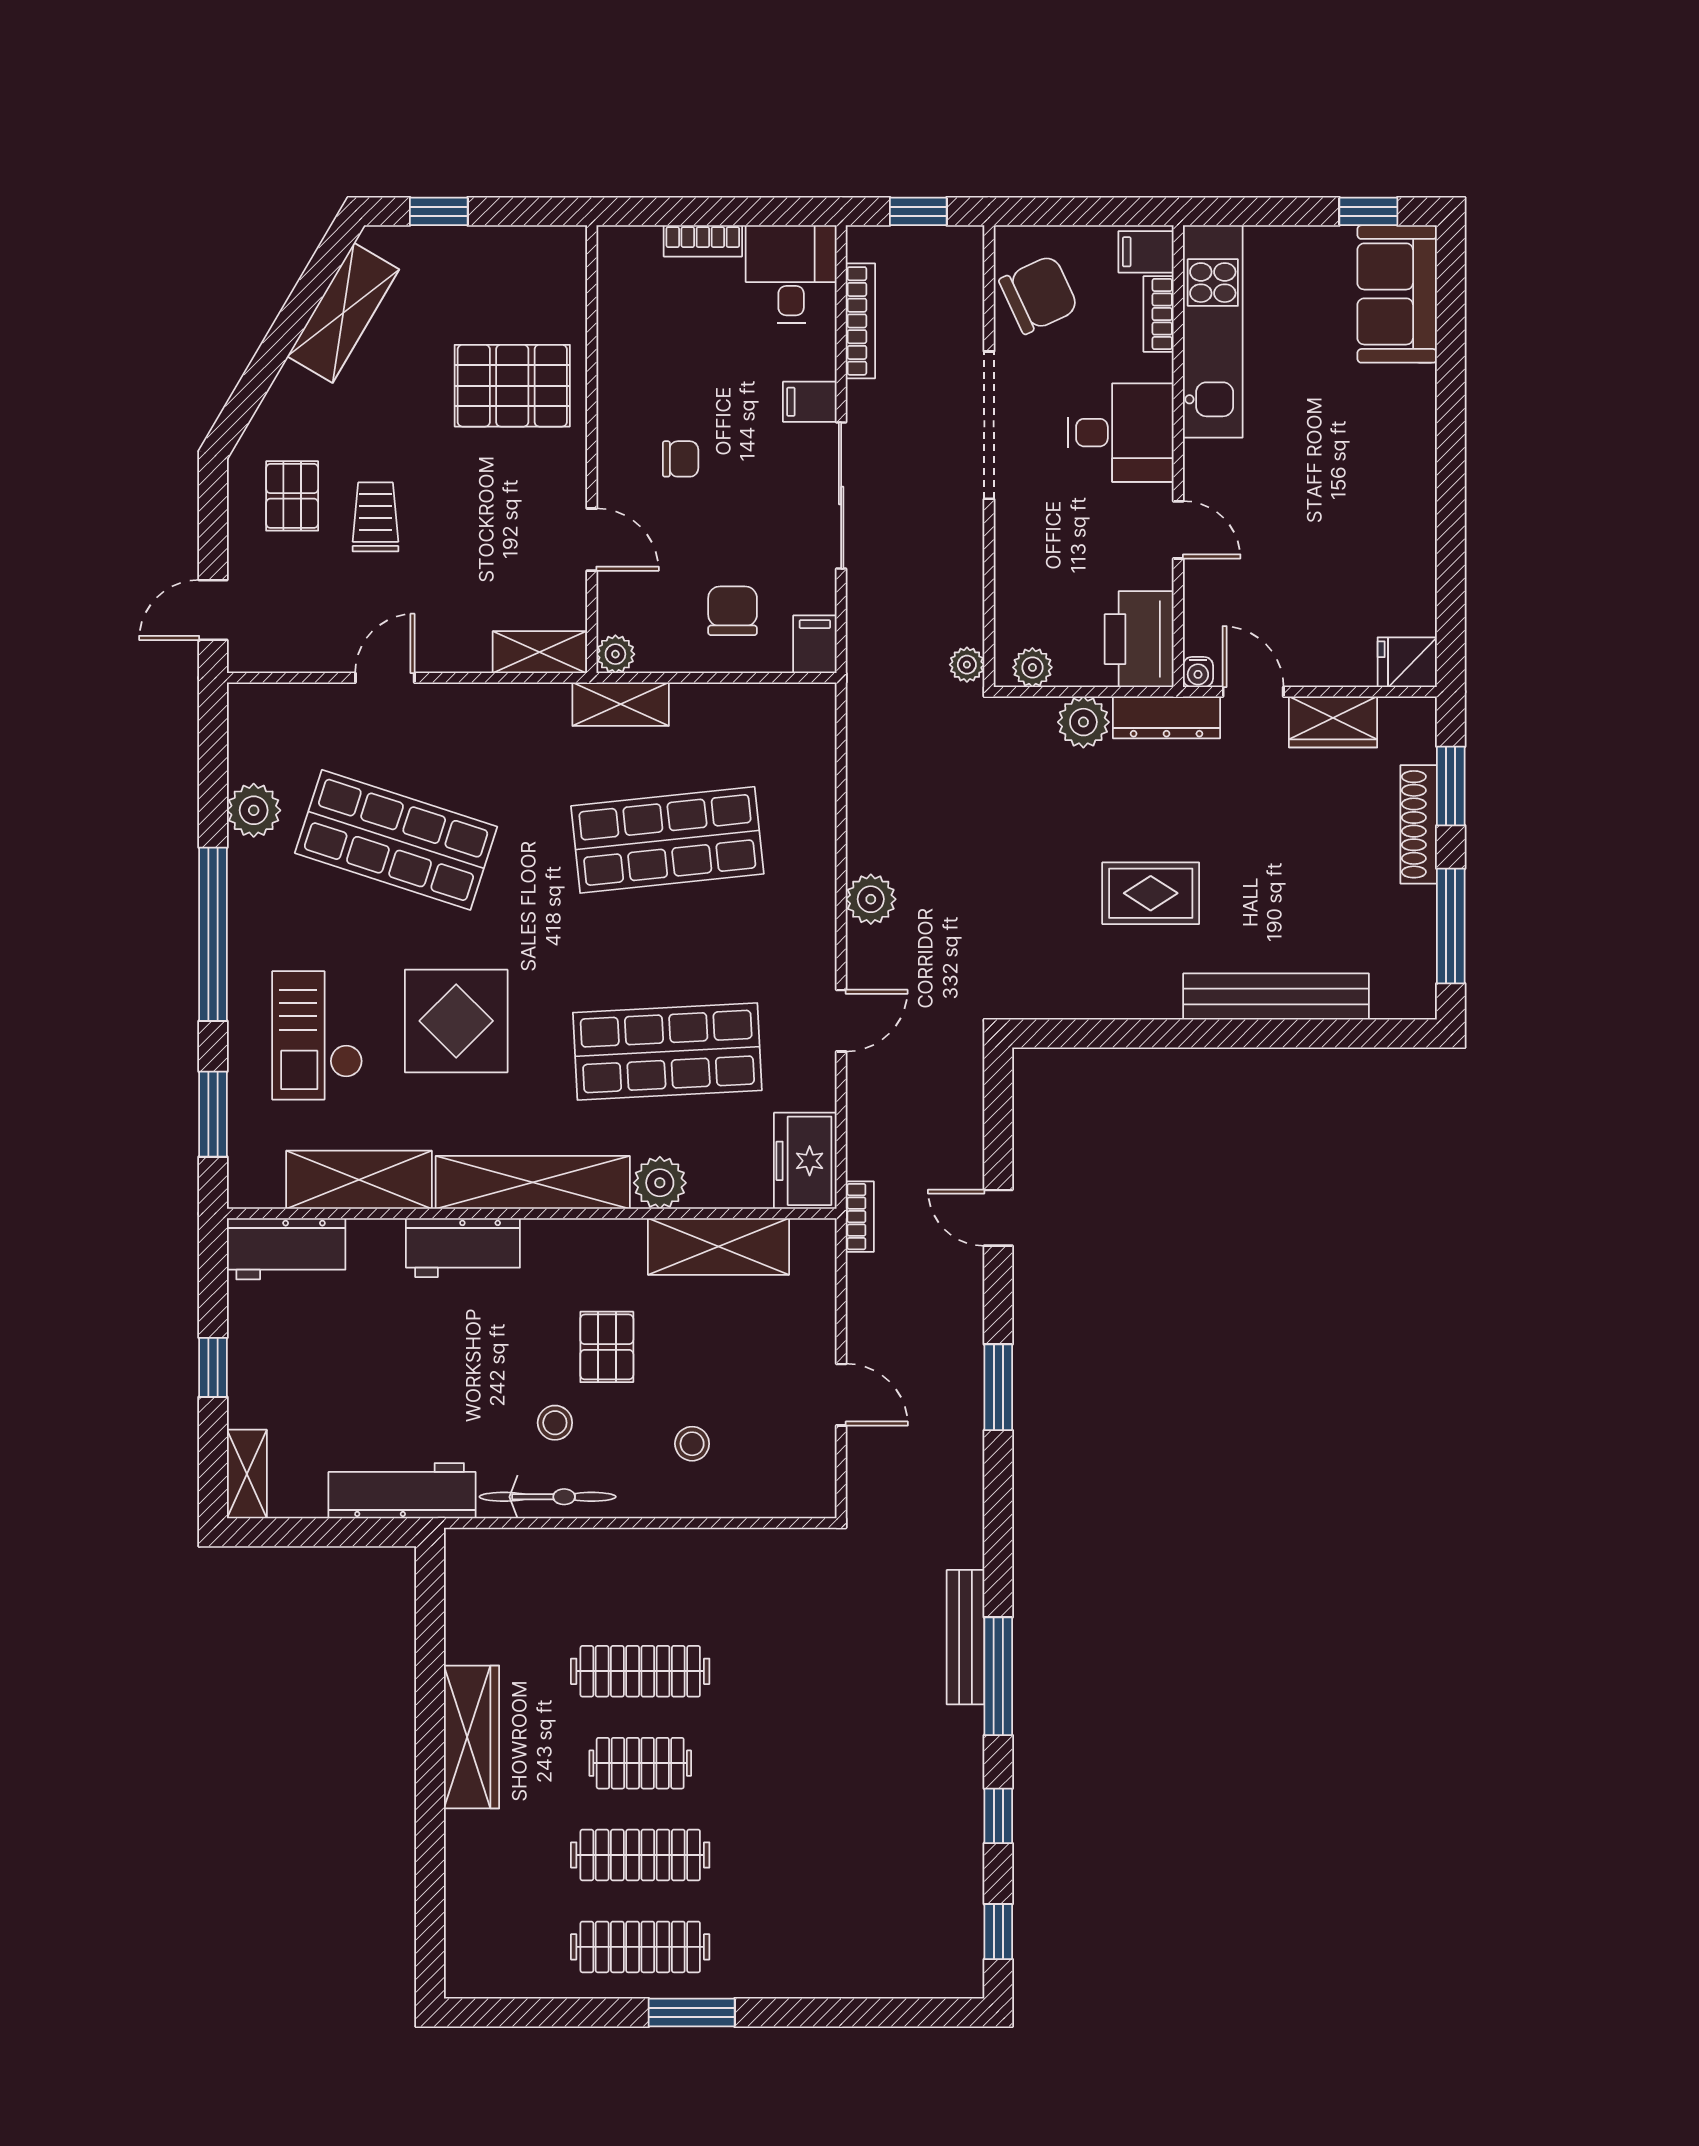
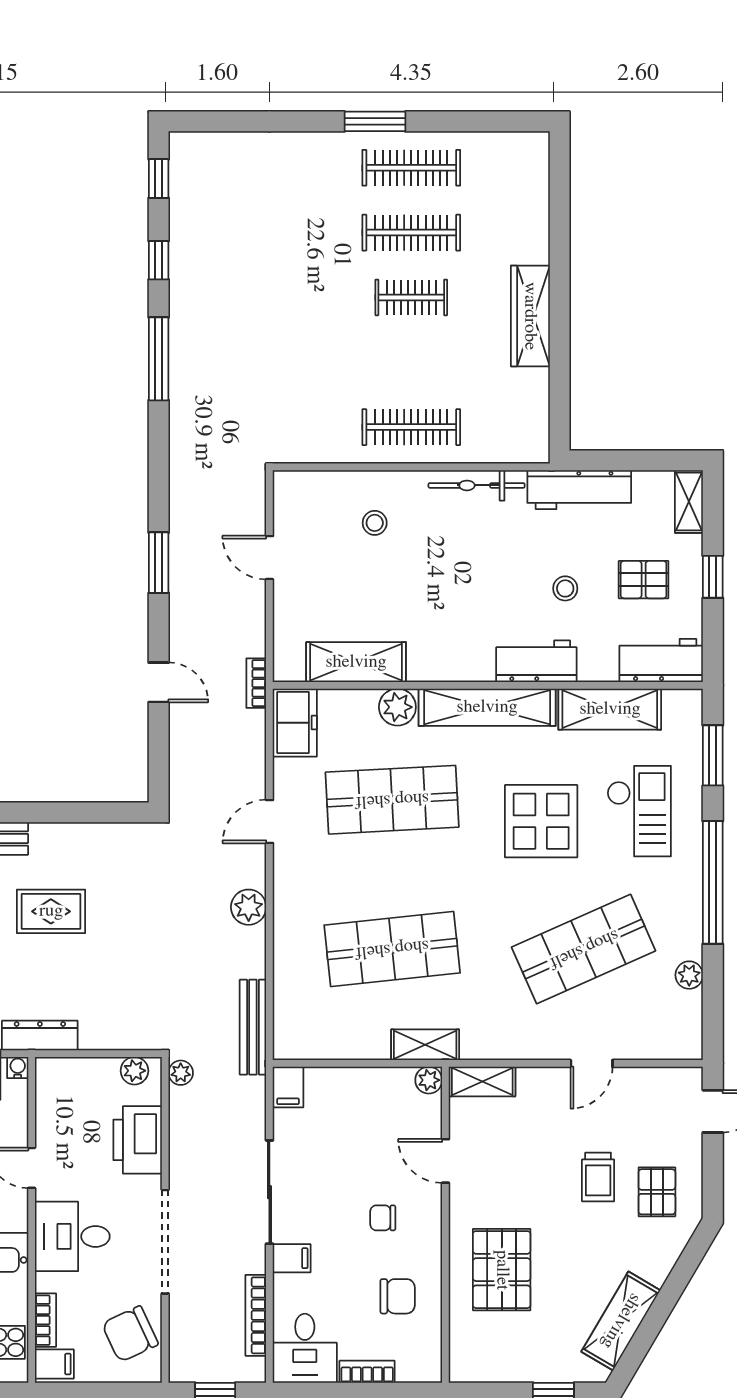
pallet: (512, 386) -> (502, 1270), turned 90
chair: (733, 611) -> (398, 1296), moved, turned -90
printer: (1139, 639) -> (138, 1140), moved, turned 180
plant: (1083, 722) -> (98, 1032), removed
plant: (254, 810) -> (689, 975), width x0.73, depth x0.73
shop shelf: (396, 840) -> (584, 949), turned -42
pallet: (607, 1347) -> (644, 580), moved, turned 90
stool: (555, 1423) -> (565, 588), moved
bench: (965, 1637) -> (253, 1027), moved
clothes rail: (640, 1671) -> (411, 427), moved

